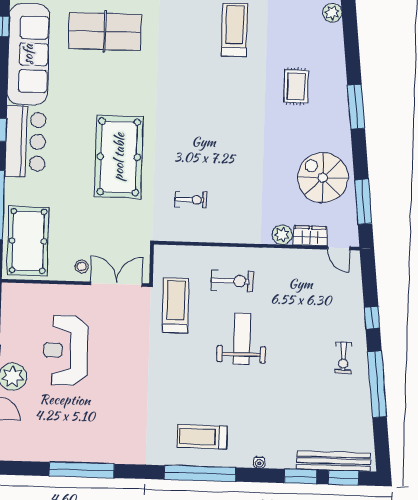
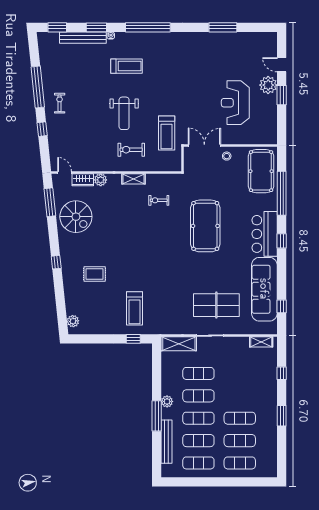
rug: (296, 86) -> (95, 274), turned 90
window: (356, 107) -> (56, 262), width x0.46
shelving: (230, 235) -> (134, 179), added
double door: (116, 284) -> (204, 145), swing flipped
reception desk: (66, 350) -> (235, 103), turned 180
treadmill: (202, 437) -> (127, 66), moved
bench: (334, 461) -> (83, 38), moved
window: (82, 470) -> (223, 27), width x0.68
window: (301, 476) -> (96, 27), moved

